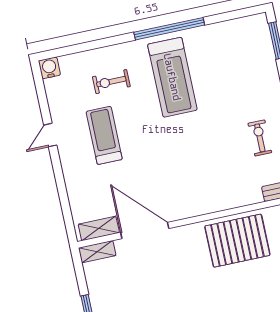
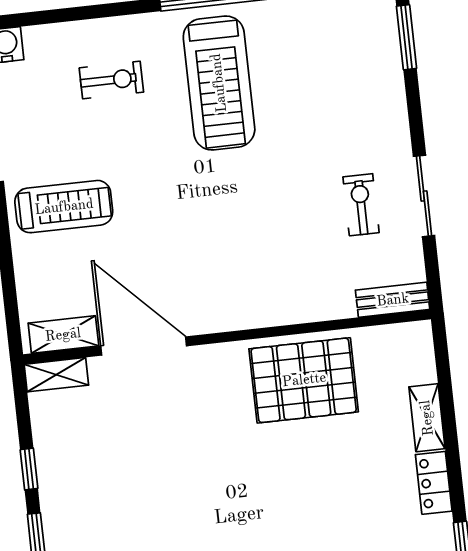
exercise bike: (111, 82) -> (111, 80), turned 180
treadmill: (104, 135) -> (64, 207), moved, turned 90

